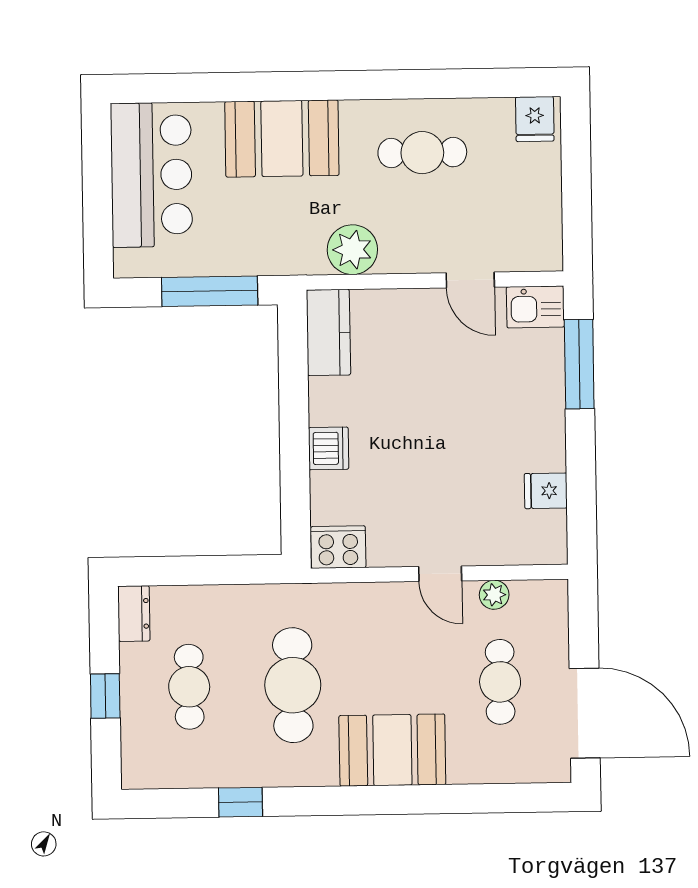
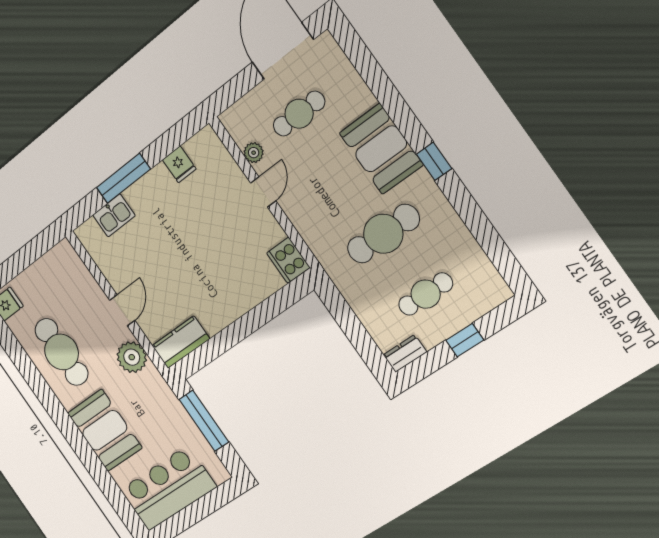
cafe table: (422, 153) -> (61, 352), width x1.37, depth x1.35
door: (470, 280) -> (122, 310), moved
kitchen sink: (535, 307) -> (114, 215), moved, turned 90
window: (579, 364) -> (123, 178), moved
dishwasher: (329, 448) -> (240, 302), removed
window: (241, 802) -> (434, 161), moved

